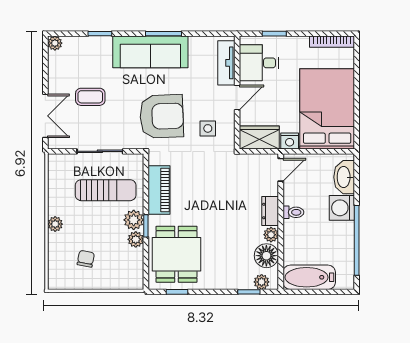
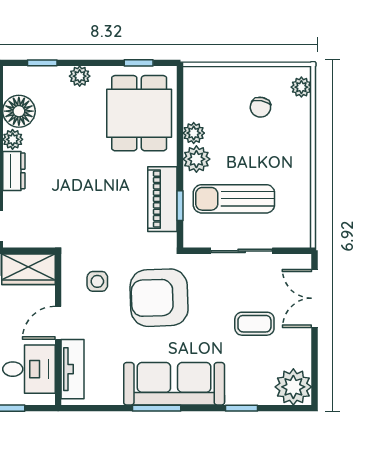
plant: (55, 43) -> (293, 387), width x1.87, depth x1.87
plant: (55, 224) -> (301, 87), moved
window: (146, 226) -> (180, 206), moved
plant: (262, 282) -> (80, 76), moved

